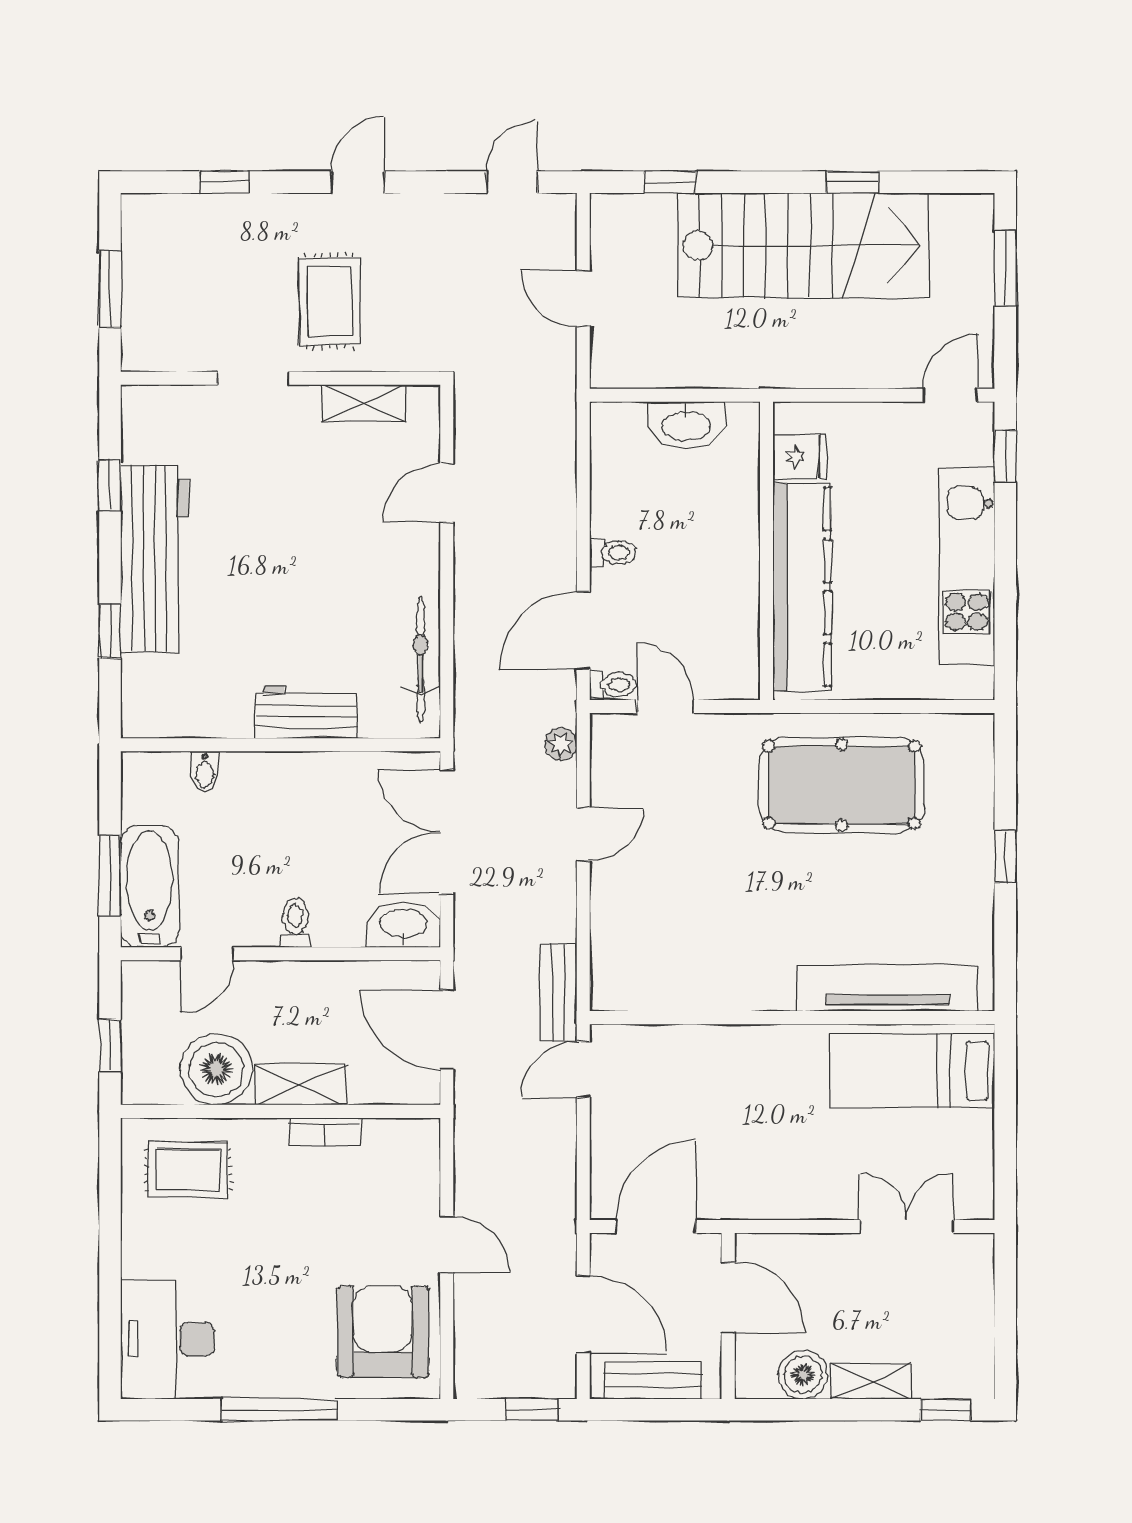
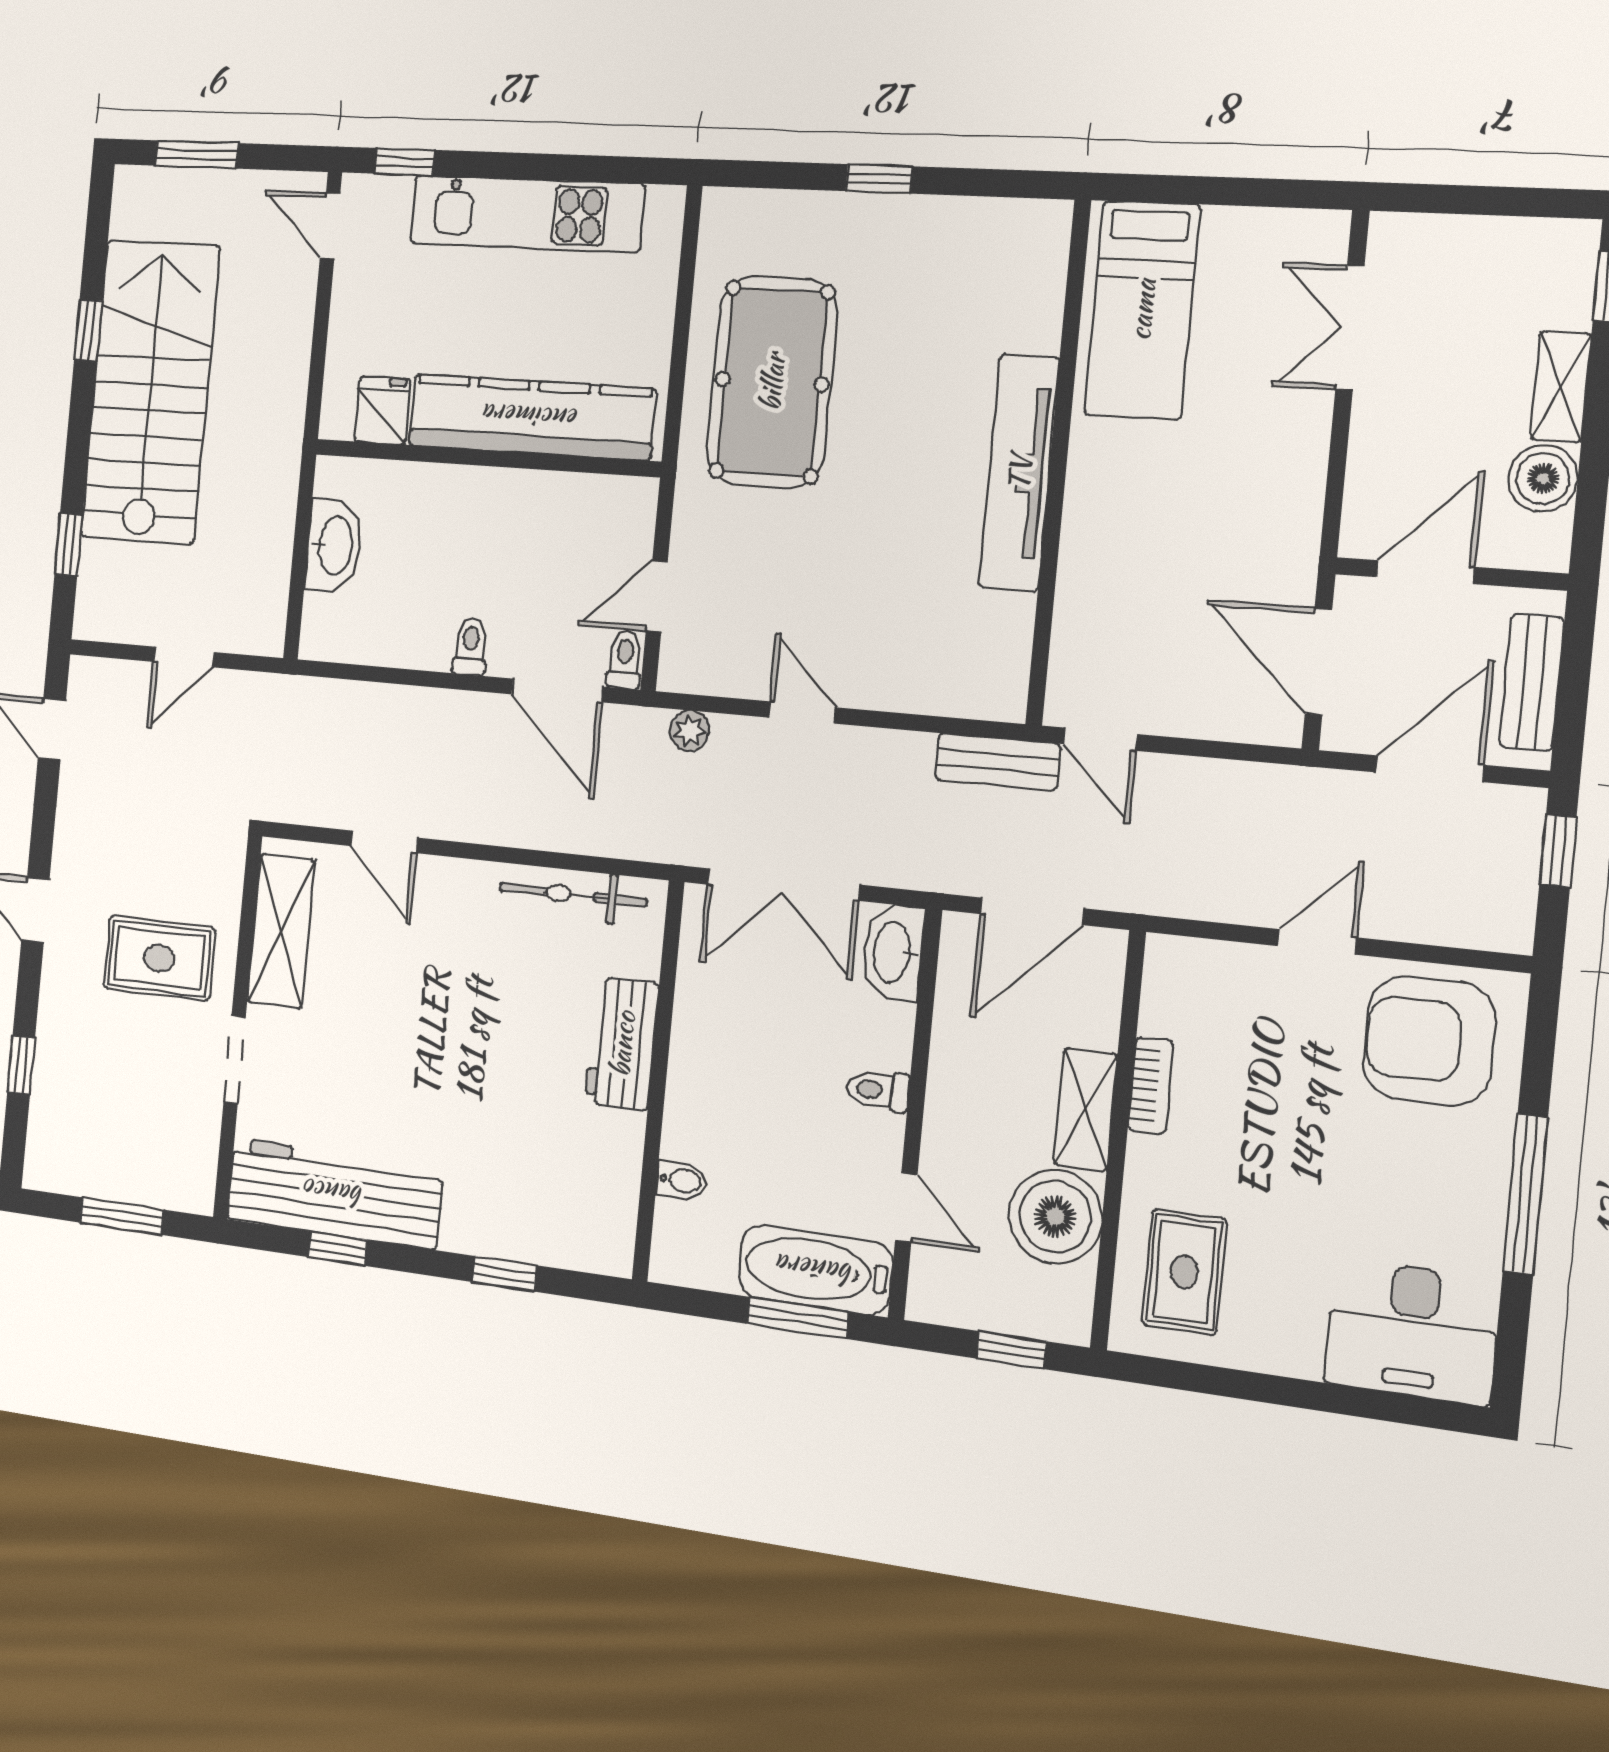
shelving: (364, 403) -> (281, 931), width x1.50, depth x1.33
workbench: (155, 558) -> (334, 1193), moved
tv unit: (887, 988) -> (1019, 473), moved

